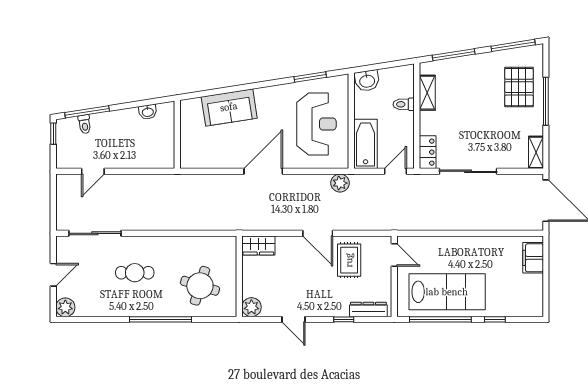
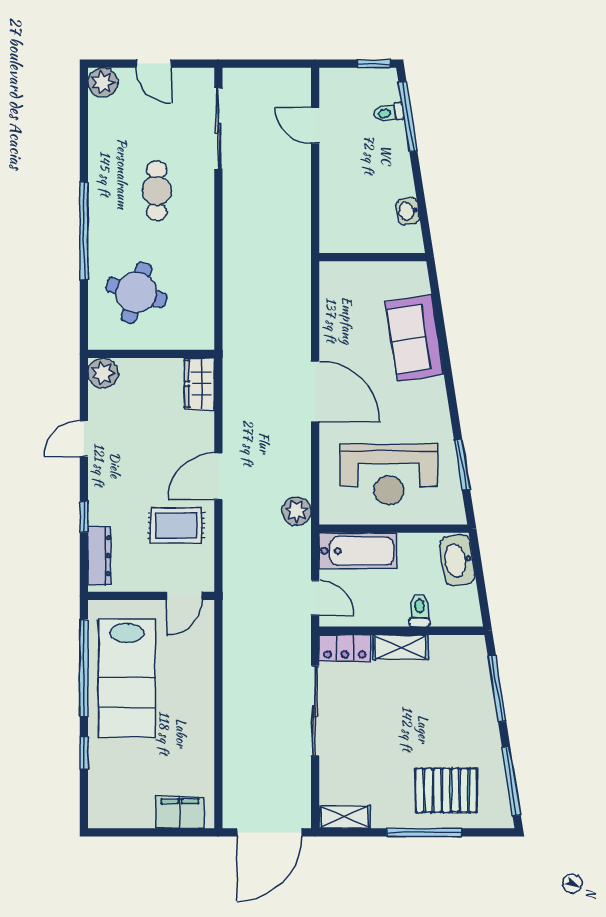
washbasin: (367, 81) -> (457, 560), width x1.38
shelving: (427, 93) -> (400, 647), moved

